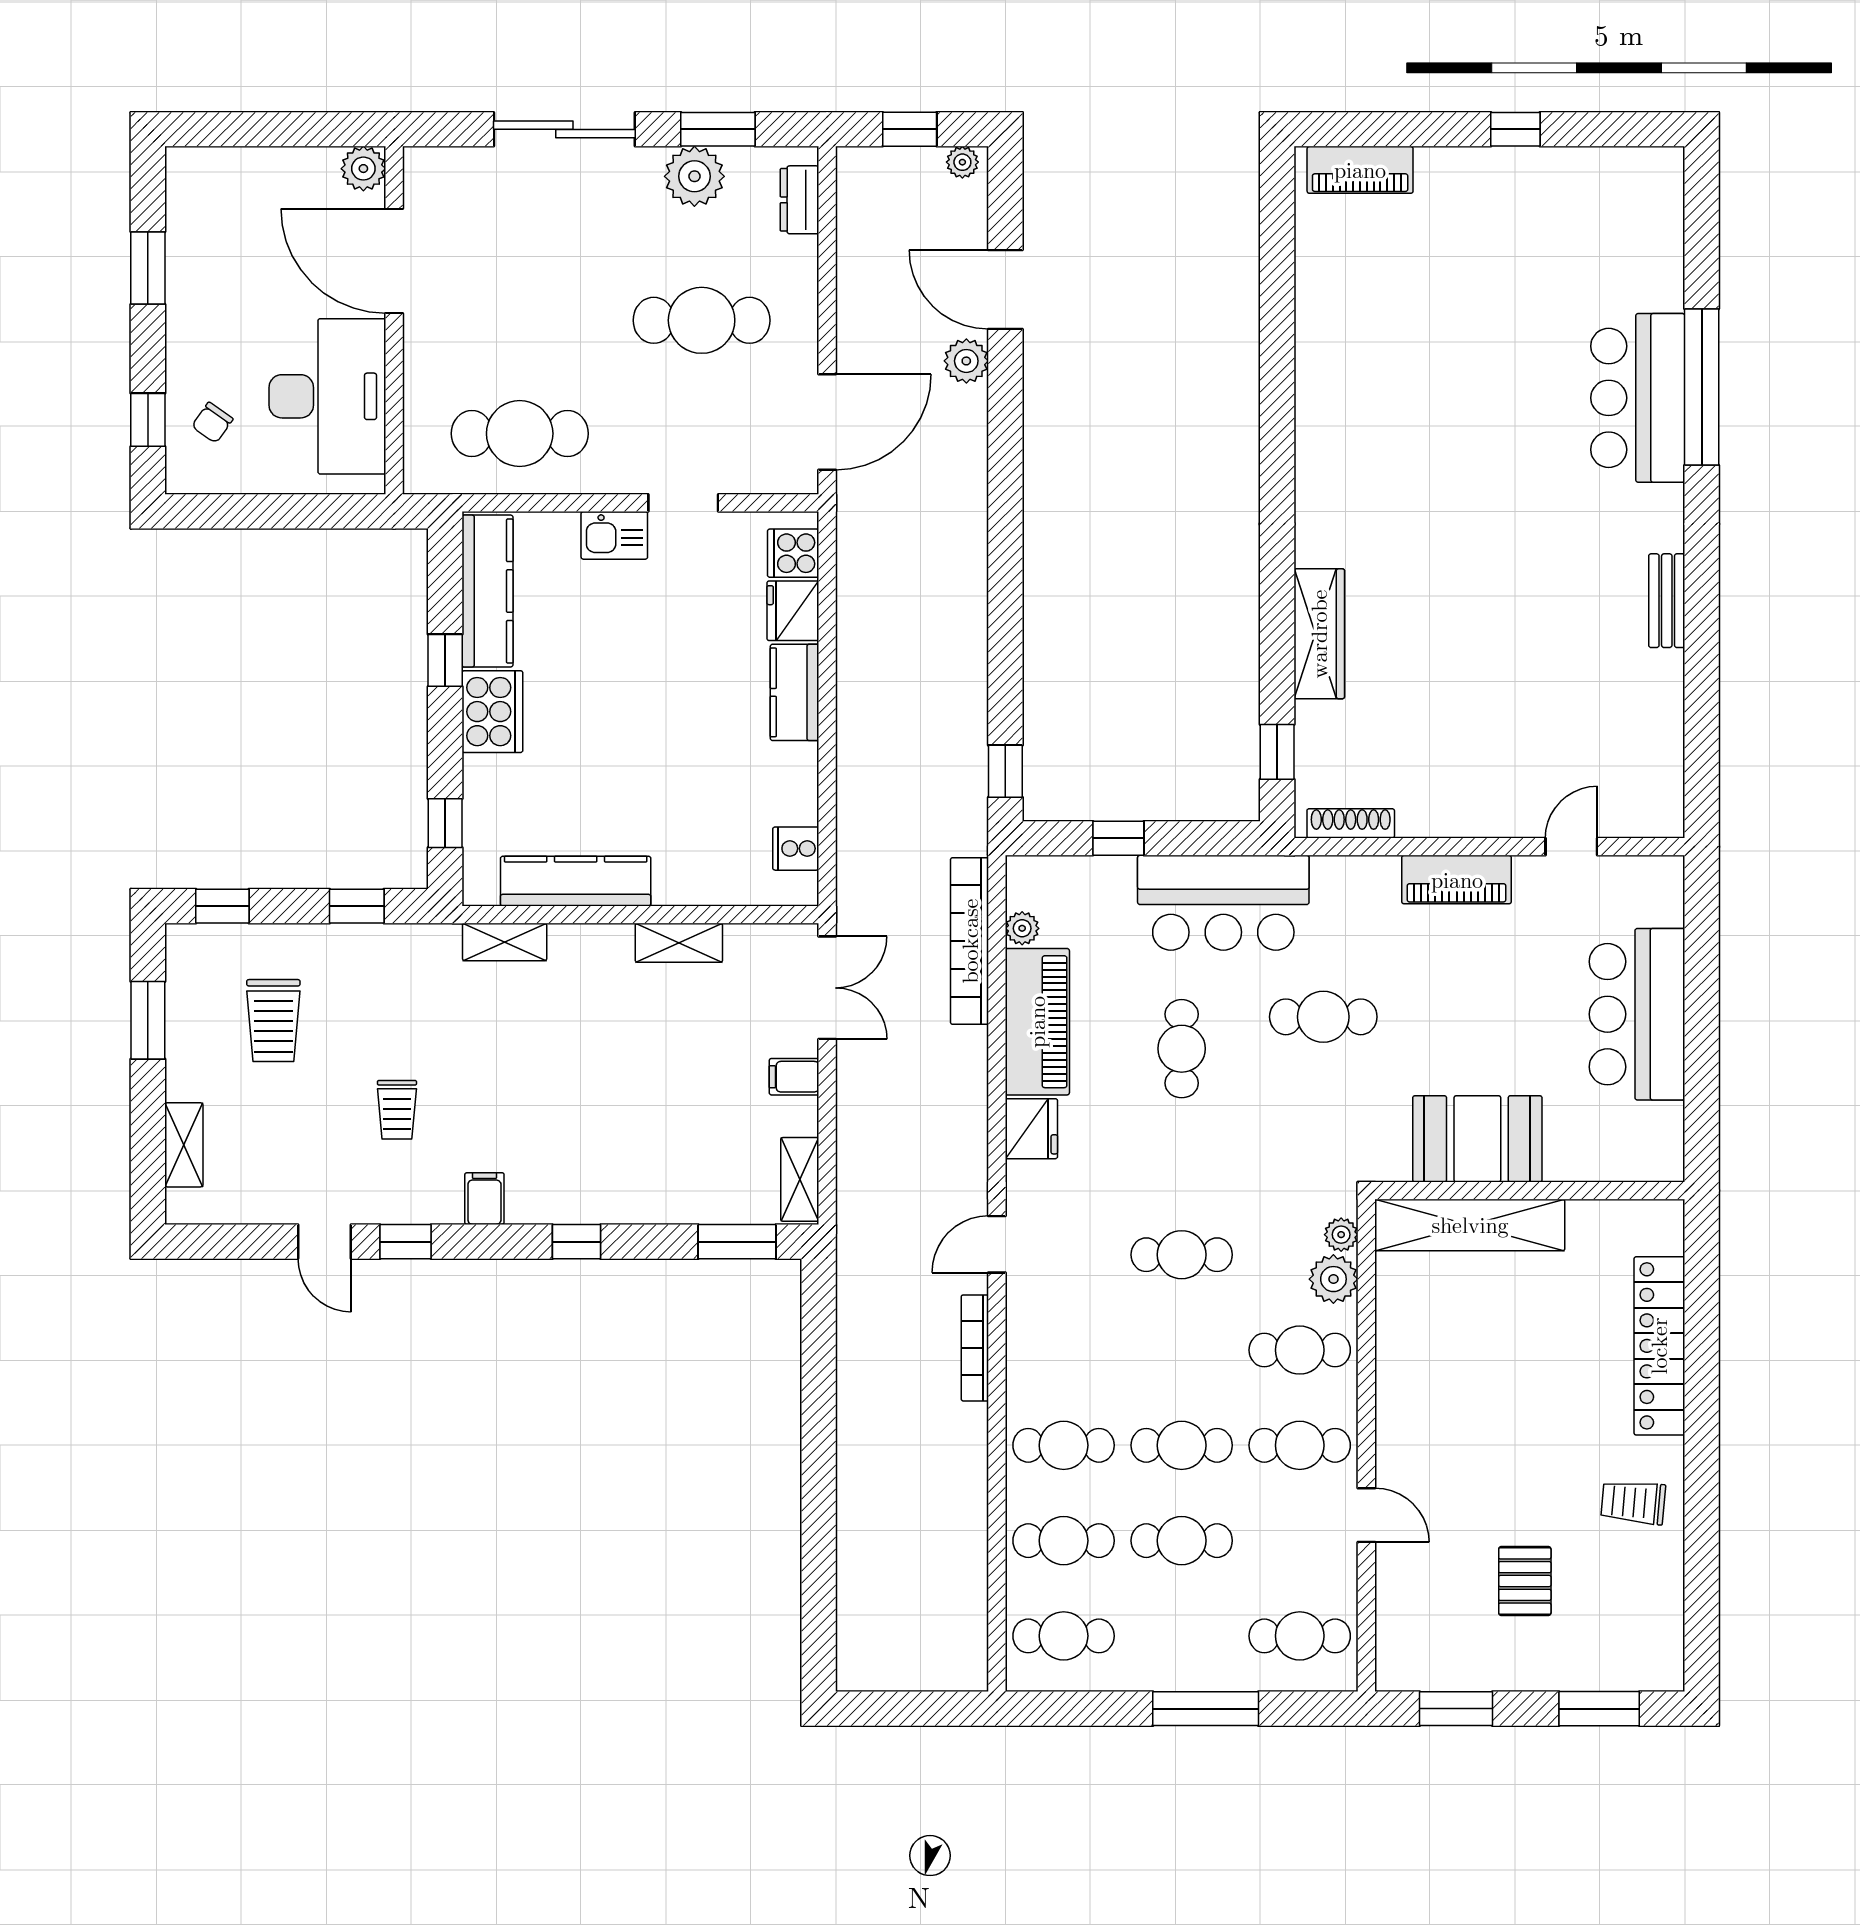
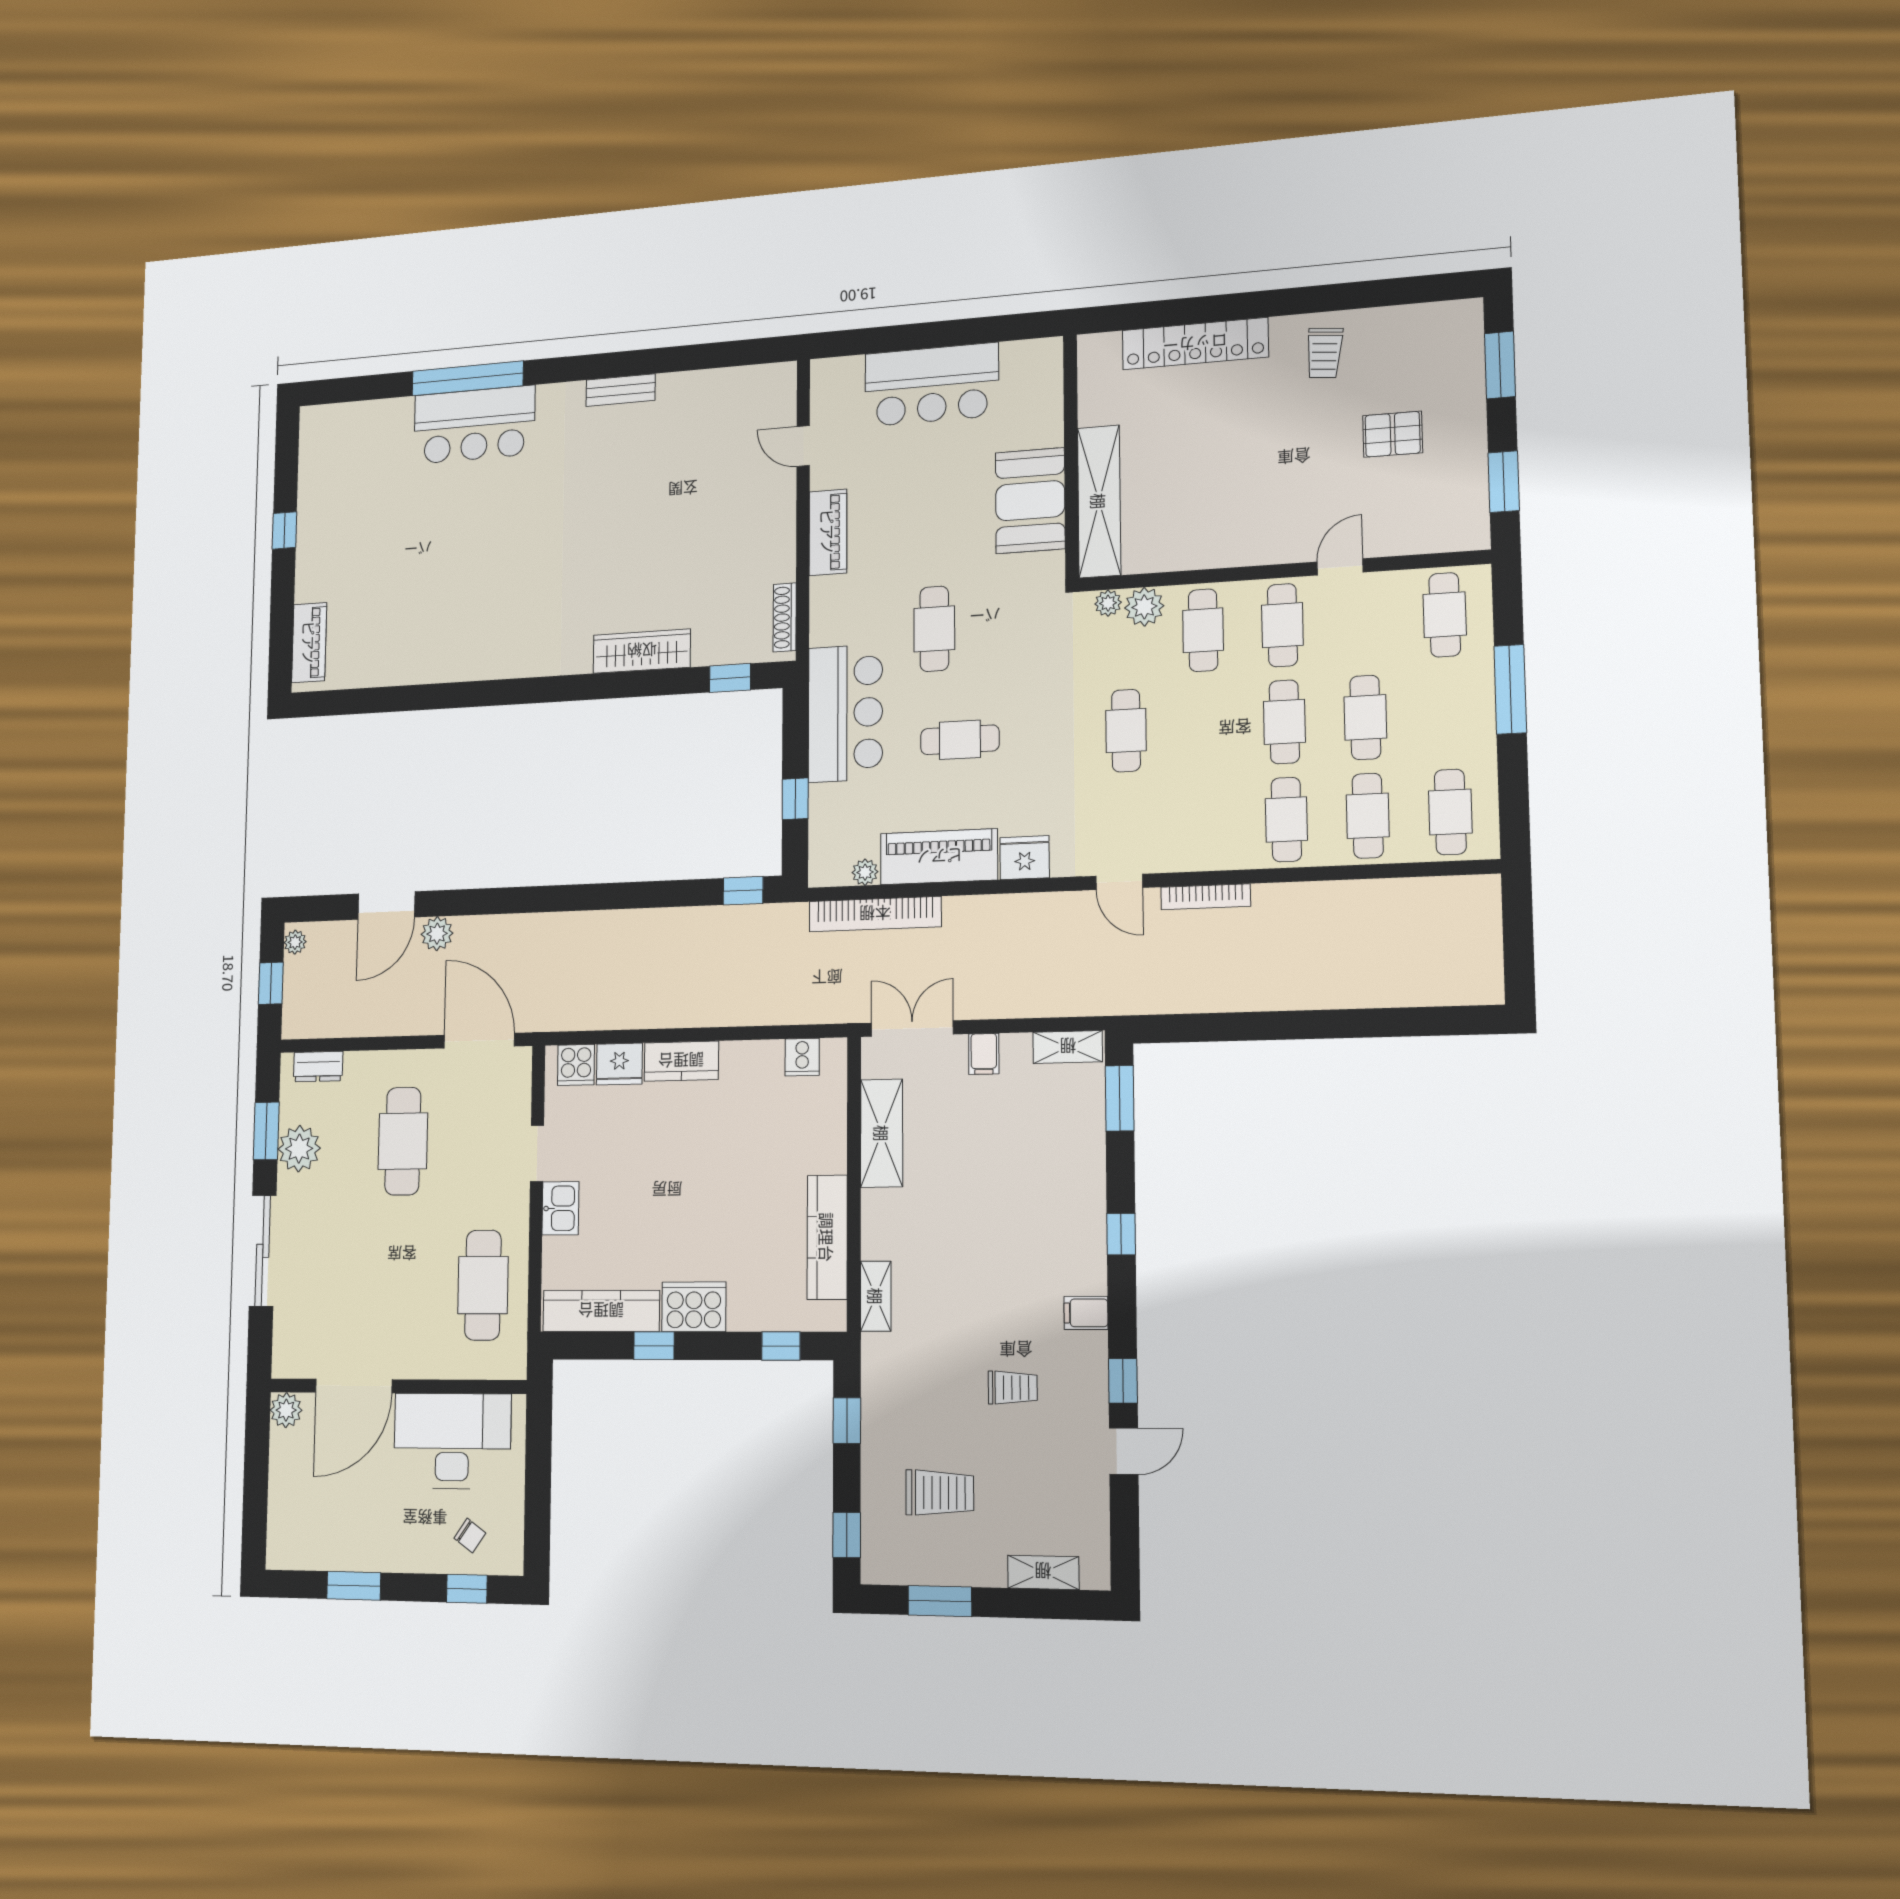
shelving: (679, 943) -> (882, 1133), width x1.50, depth x1.33

